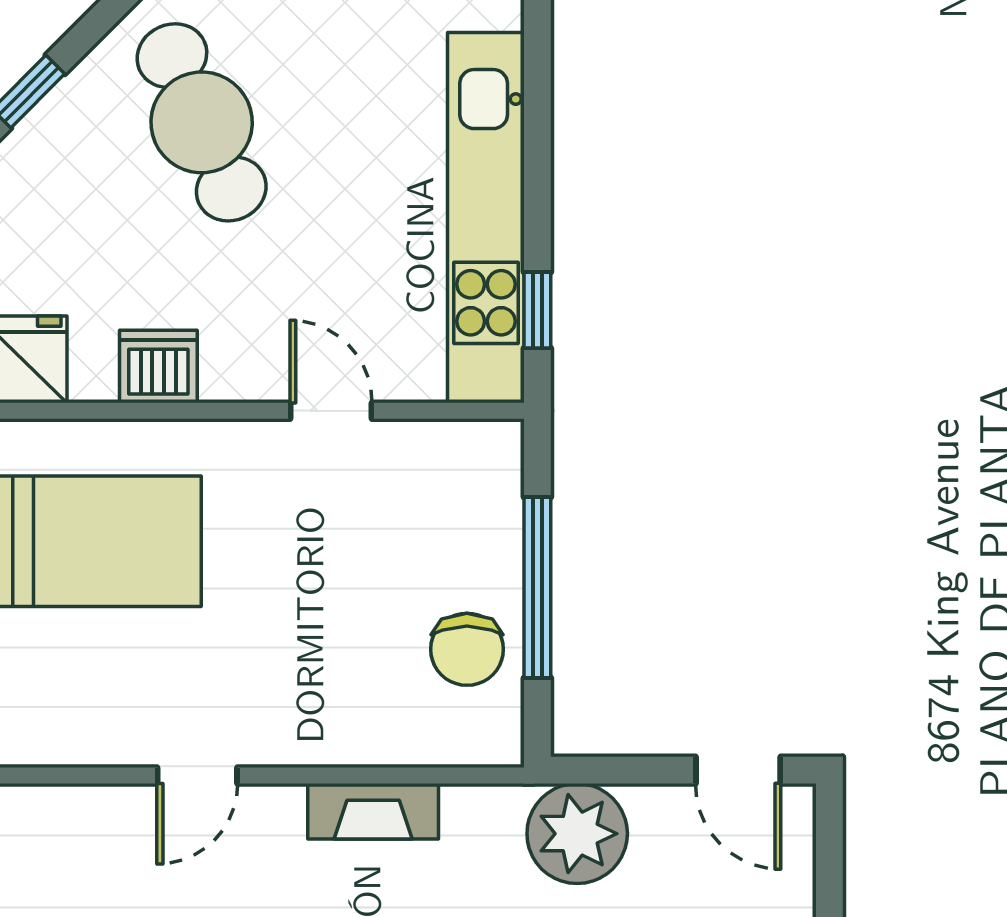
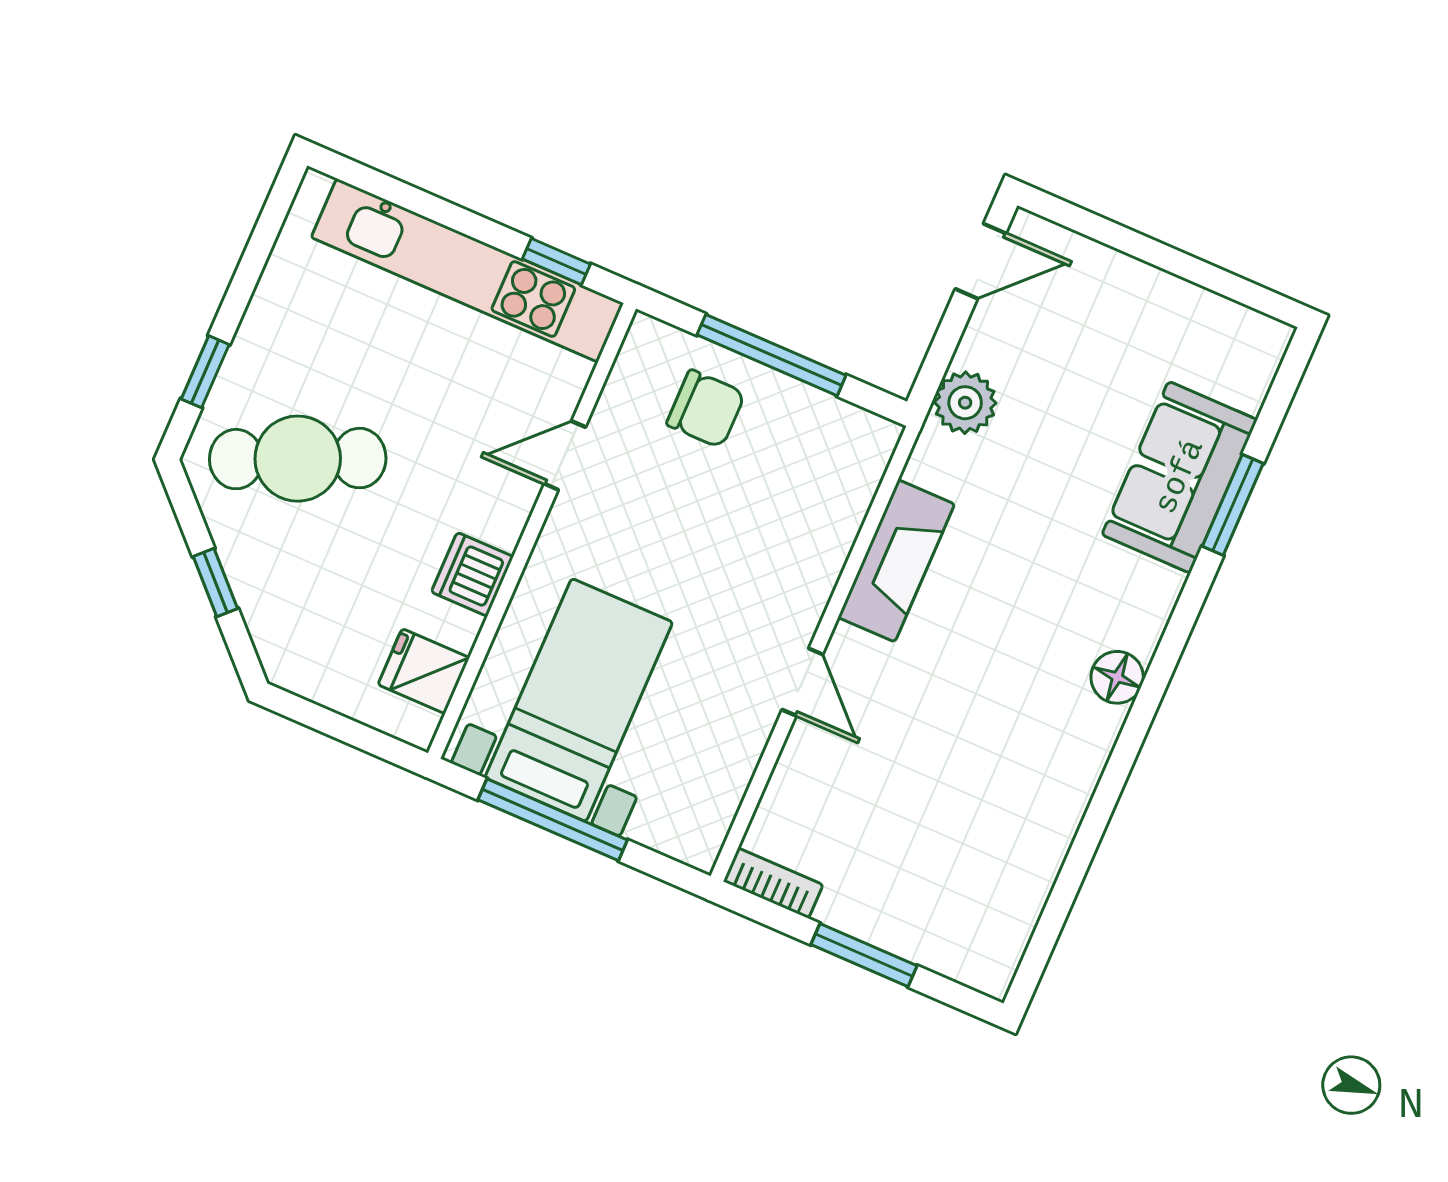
chair: (467, 649) -> (706, 409), moved
fireplace: (373, 811) -> (896, 561), width x1.37, depth x1.32
plant: (577, 834) -> (965, 403), width x0.73, depth x0.73

